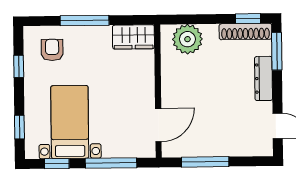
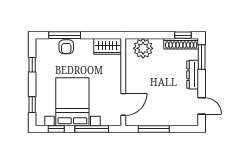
window: (85, 21) -> (65, 35), moved
armchair: (52, 50) -> (66, 47), moved, turned 180
bed with nightstands: (70, 122) -> (72, 102), width x1.36

